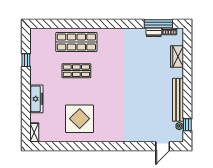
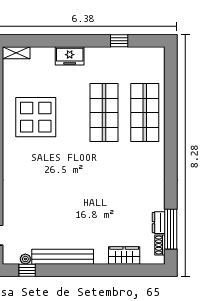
shop shelf: (76, 71) -> (104, 113), width x1.43, depth x1.36
freezer: (36, 99) -> (70, 56), width x0.71

